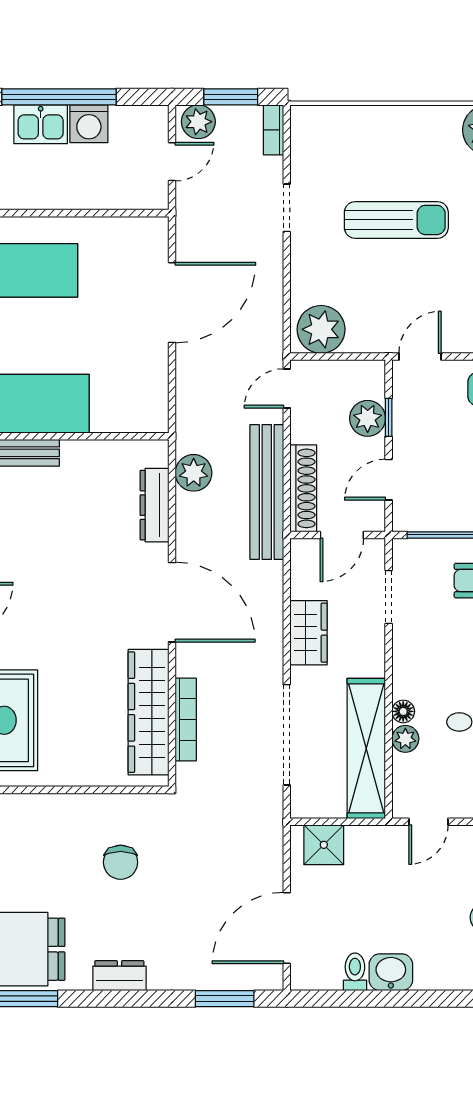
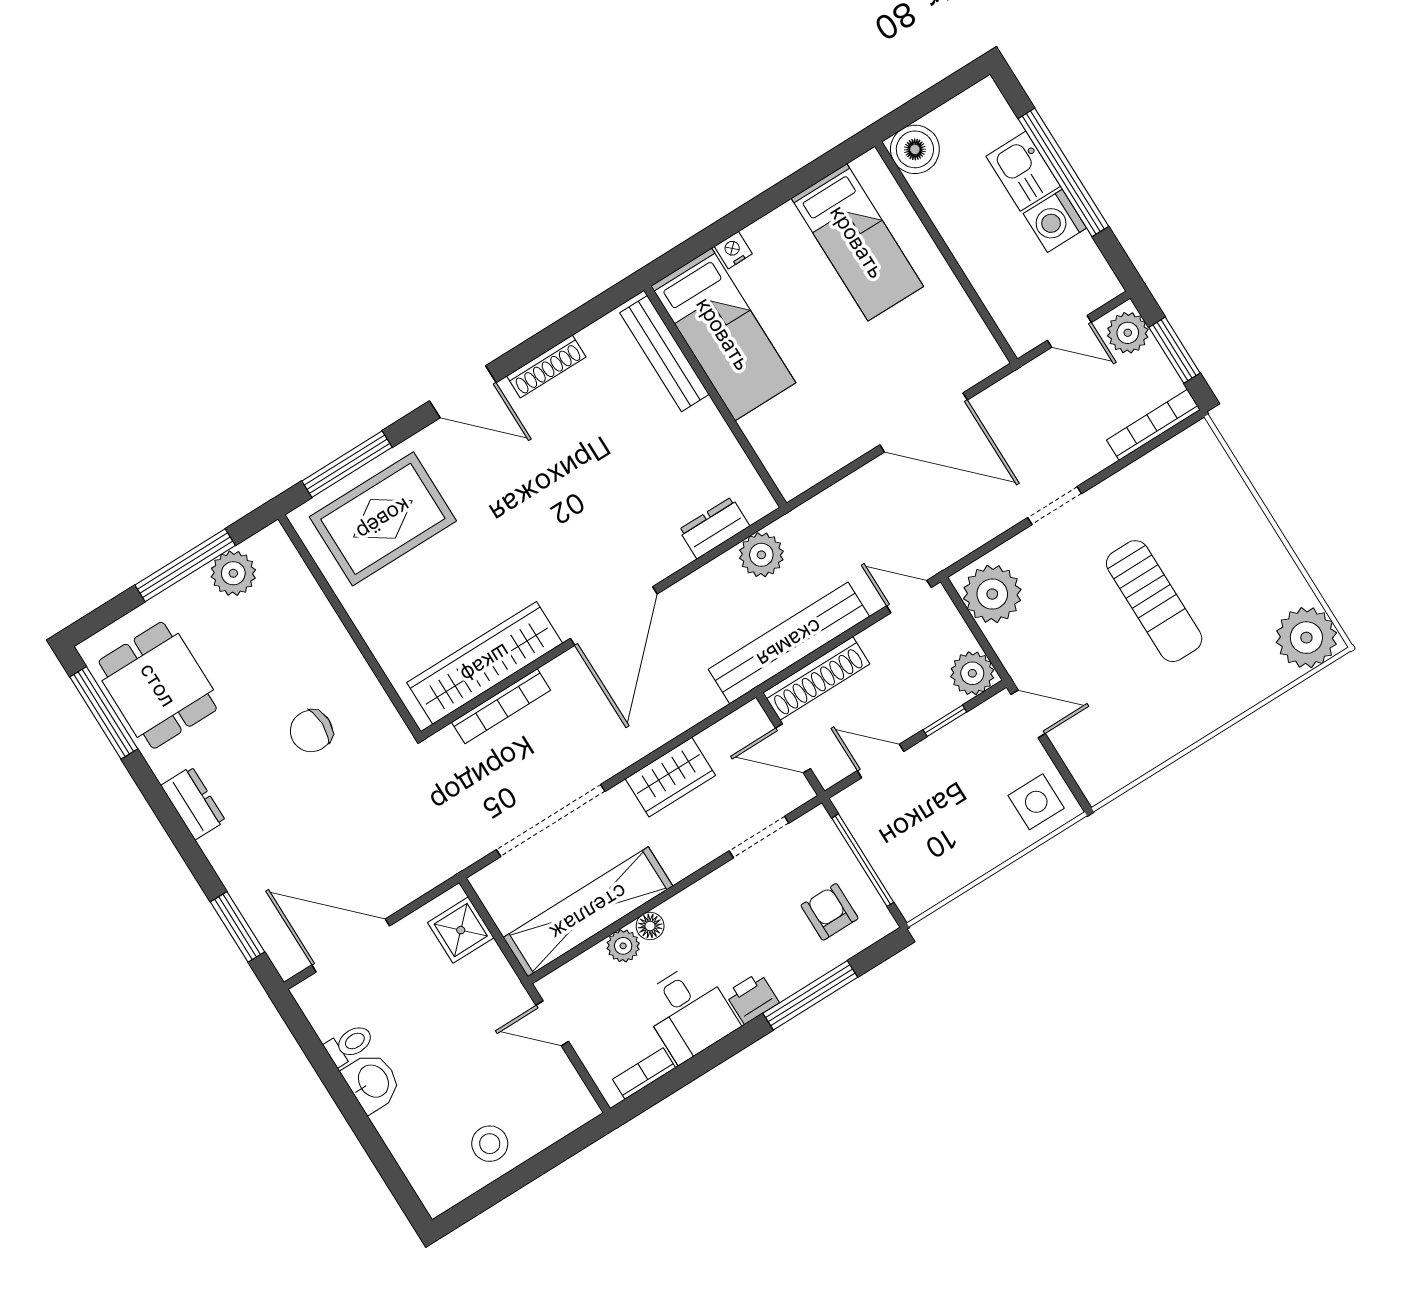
bookcase: (274, 130) -> (1153, 425), width x1.56
doorway: (287, 208) -> (1055, 506), moved
plant: (368, 418) -> (972, 673), moved
dresser: (154, 505) -> (714, 528), width x0.70

